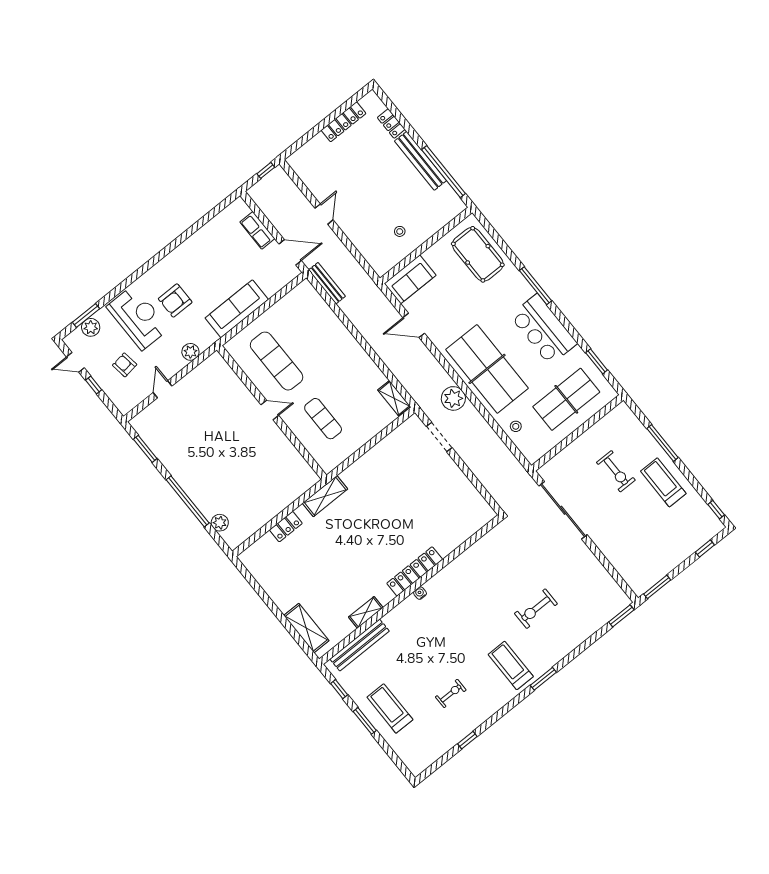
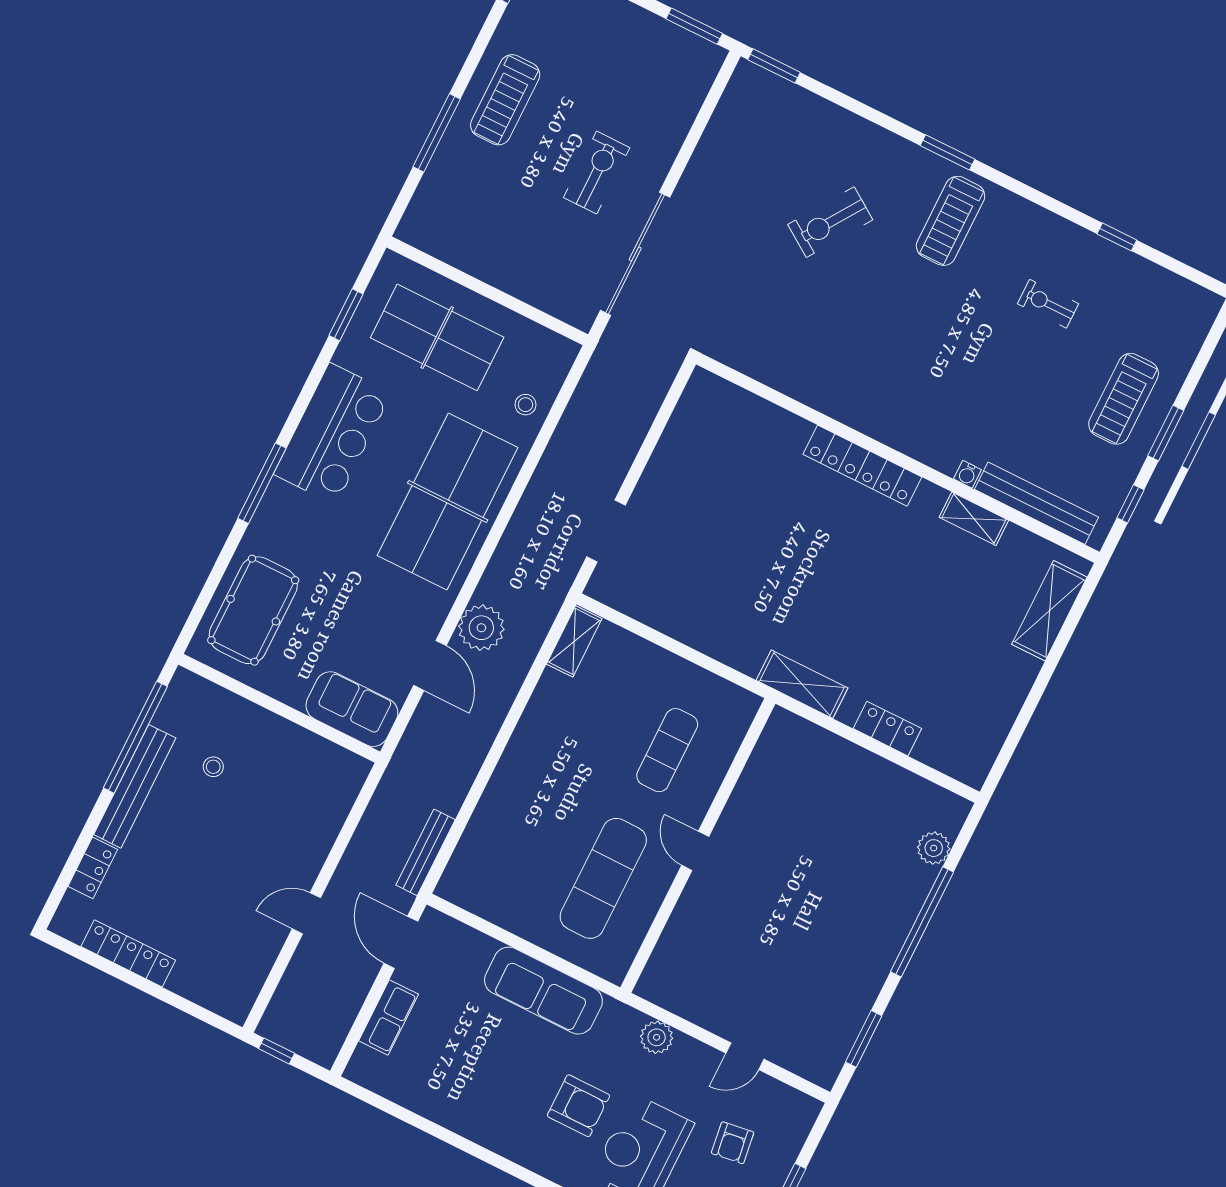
stool: (400, 231) -> (213, 767), moved
plant: (453, 398) -> (481, 628), moved
exercise bike: (616, 471) -> (597, 173), moved
water cooler: (420, 593) -> (967, 474), moved
exercise bike: (536, 609) -> (830, 222), turned 124

